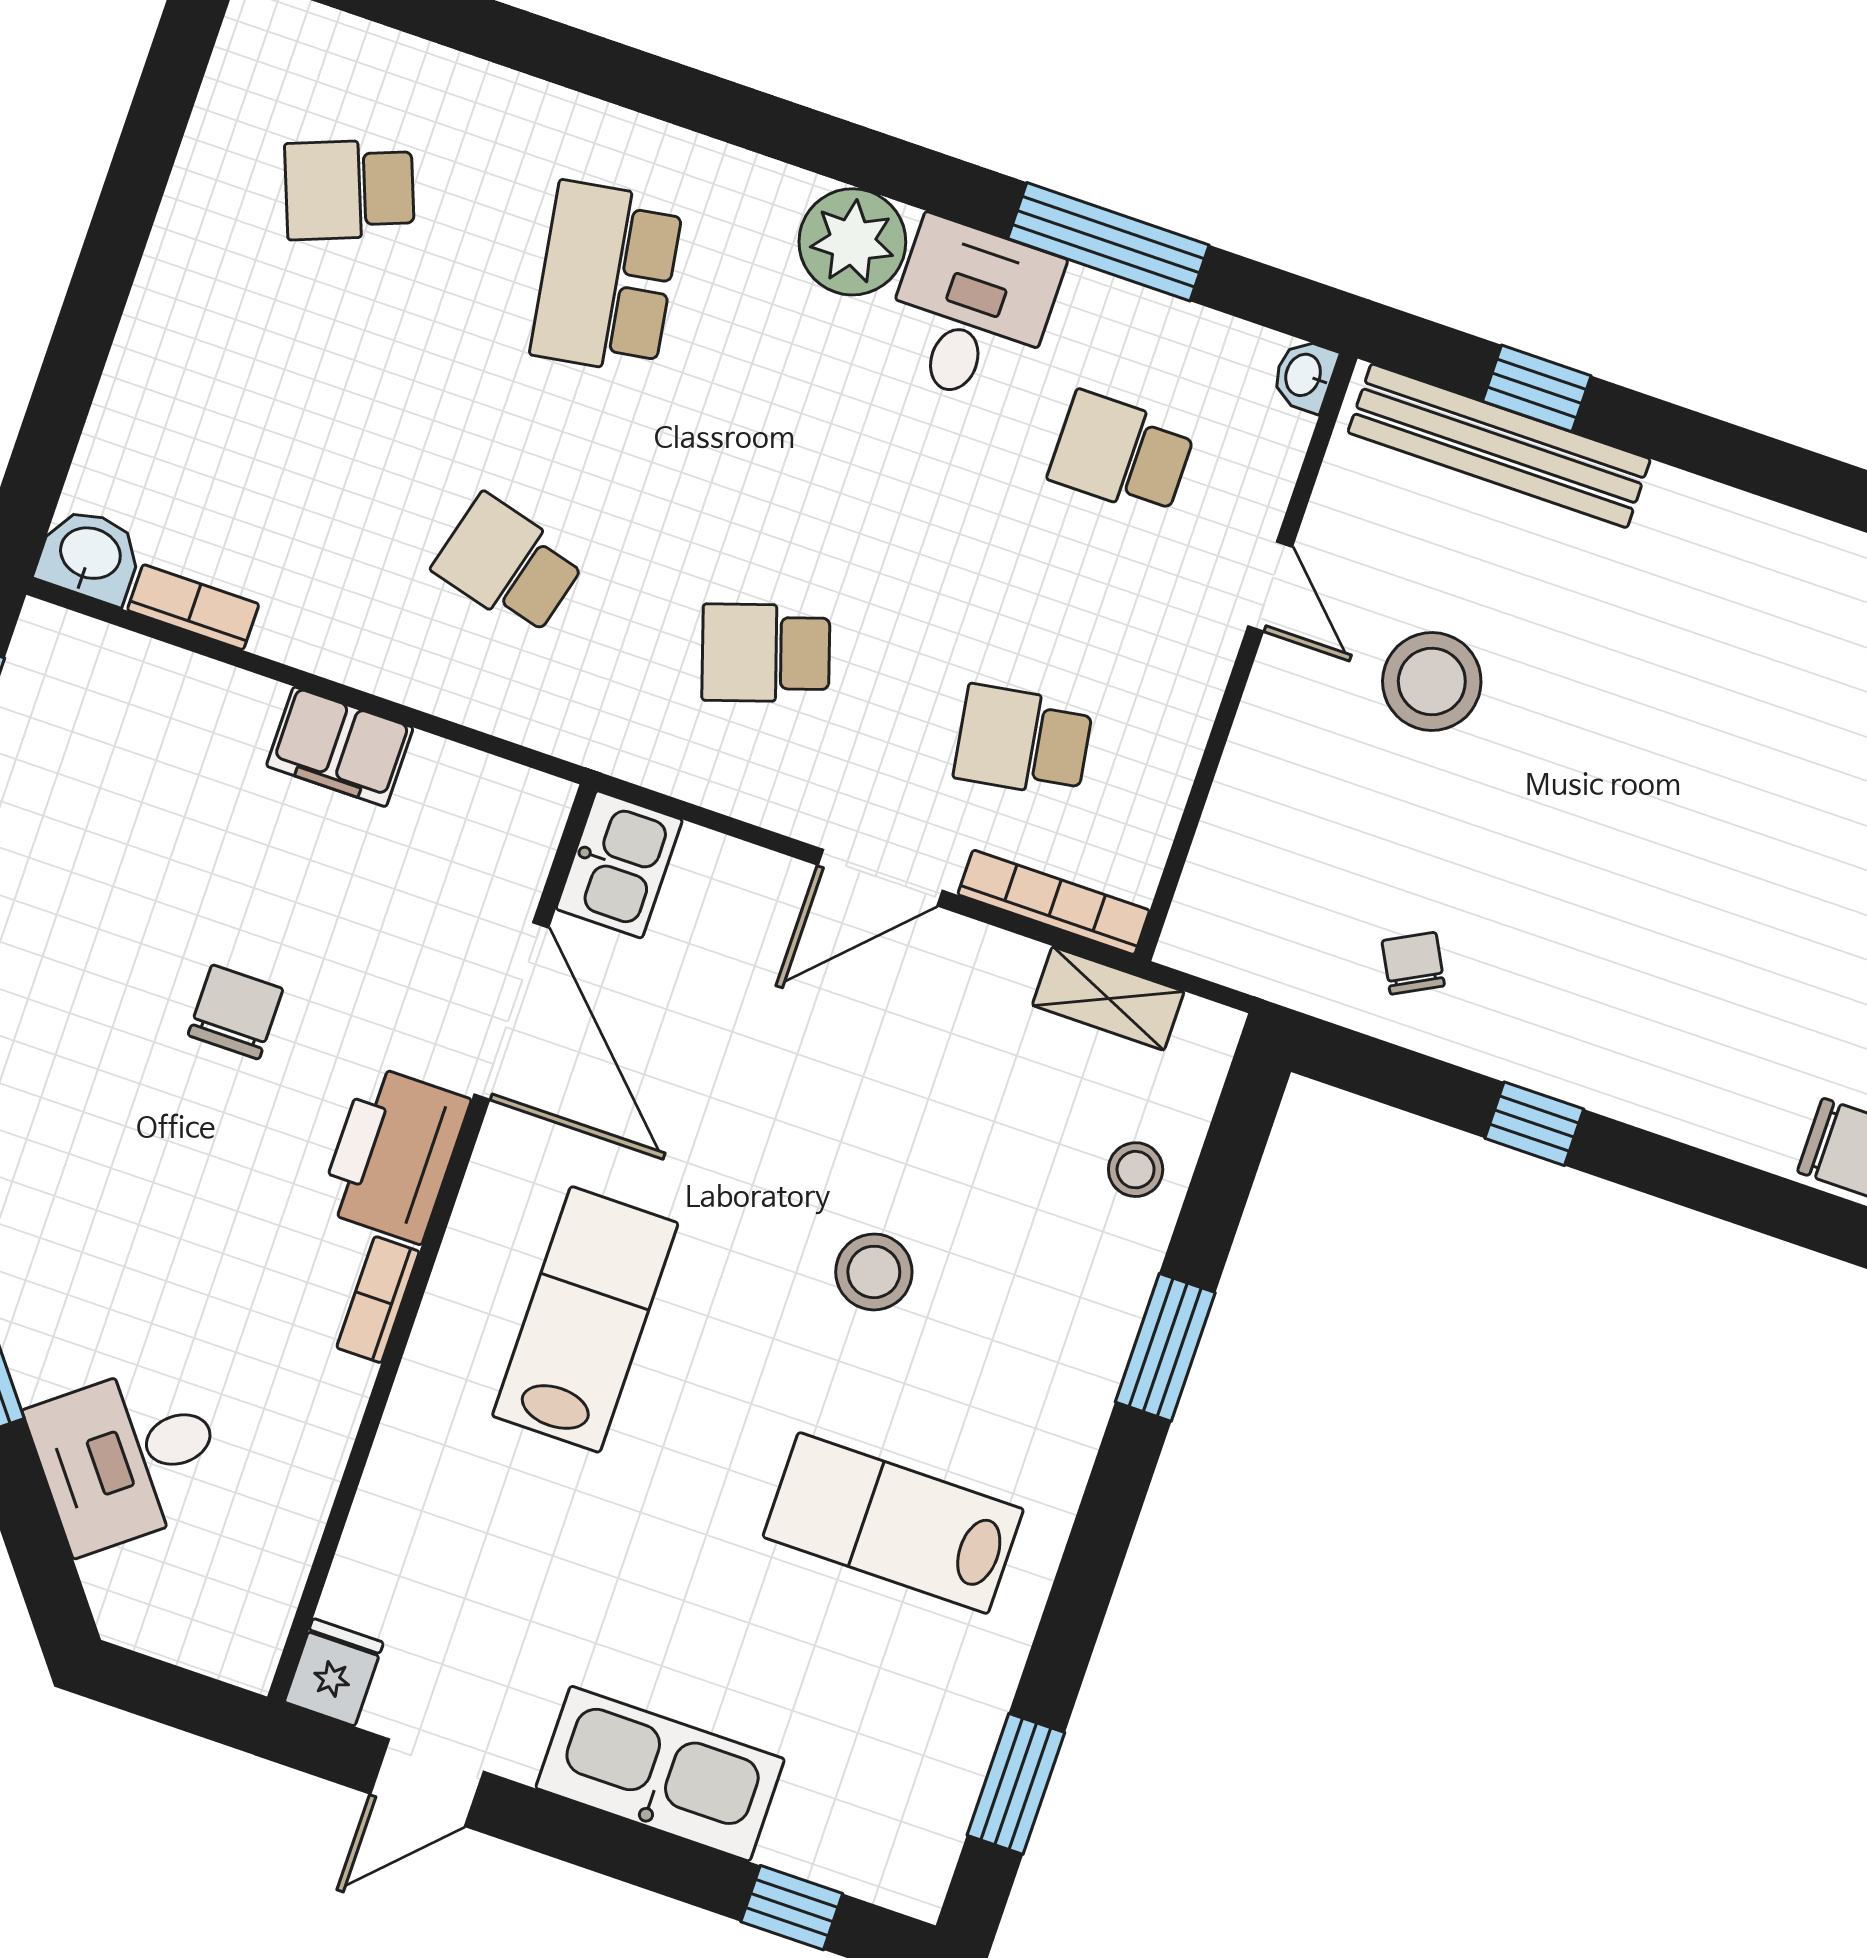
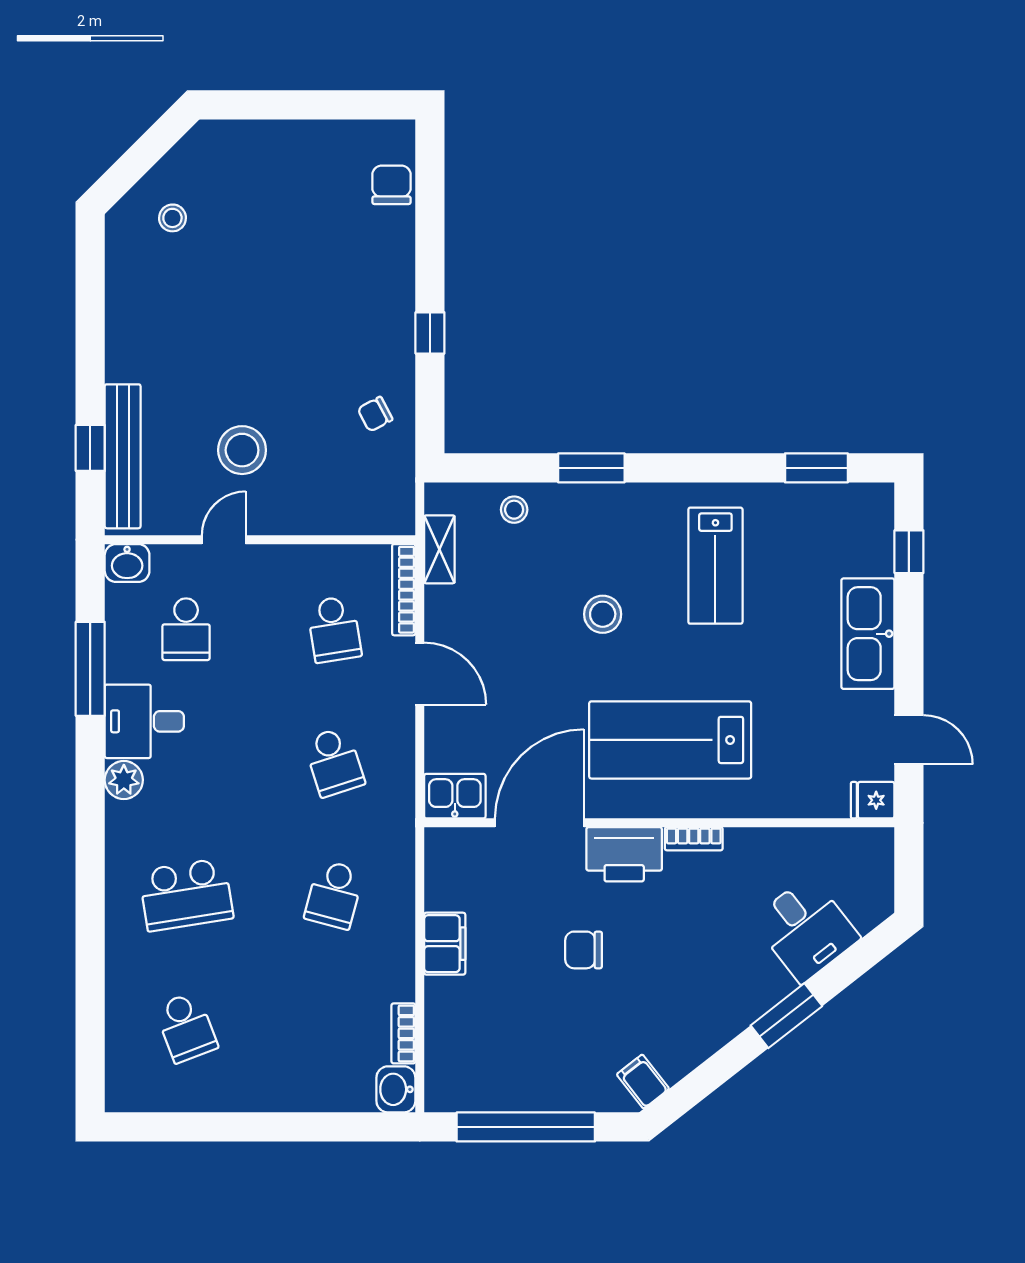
plant: (852, 242) -> (124, 780), width x0.73, depth x0.73
washbasin: (1305, 375) -> (127, 563), width x1.38, depth x1.45
lab bench: (585, 1319) -> (670, 740), width x1.36, depth x1.39

